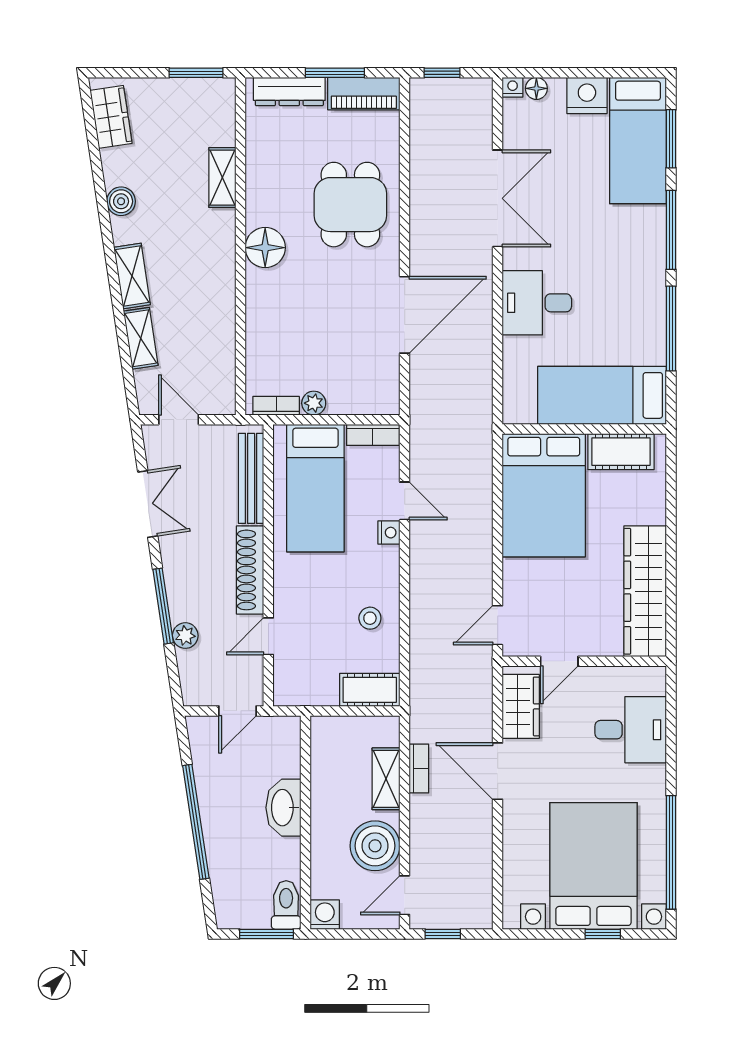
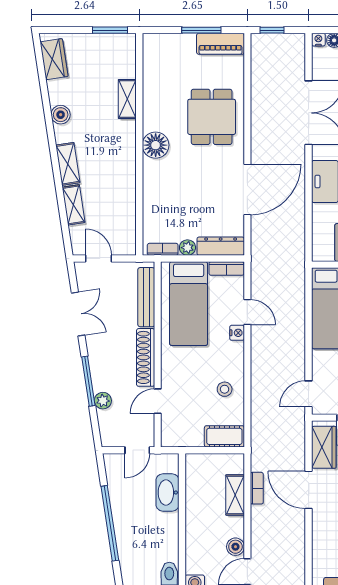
dresser: (289, 91) -> (221, 246), moved, turned 180
washbasin: (283, 808) -> (168, 492), moved
boiler: (375, 846) -> (235, 547), width x0.54, depth x0.54

